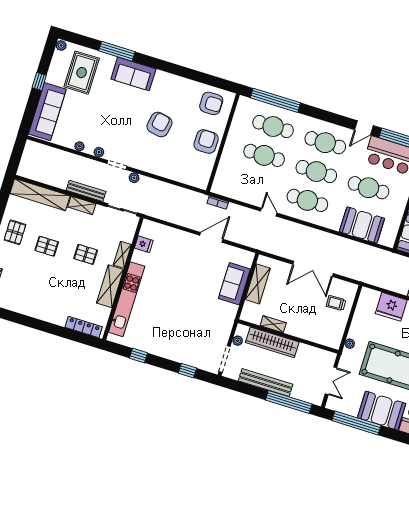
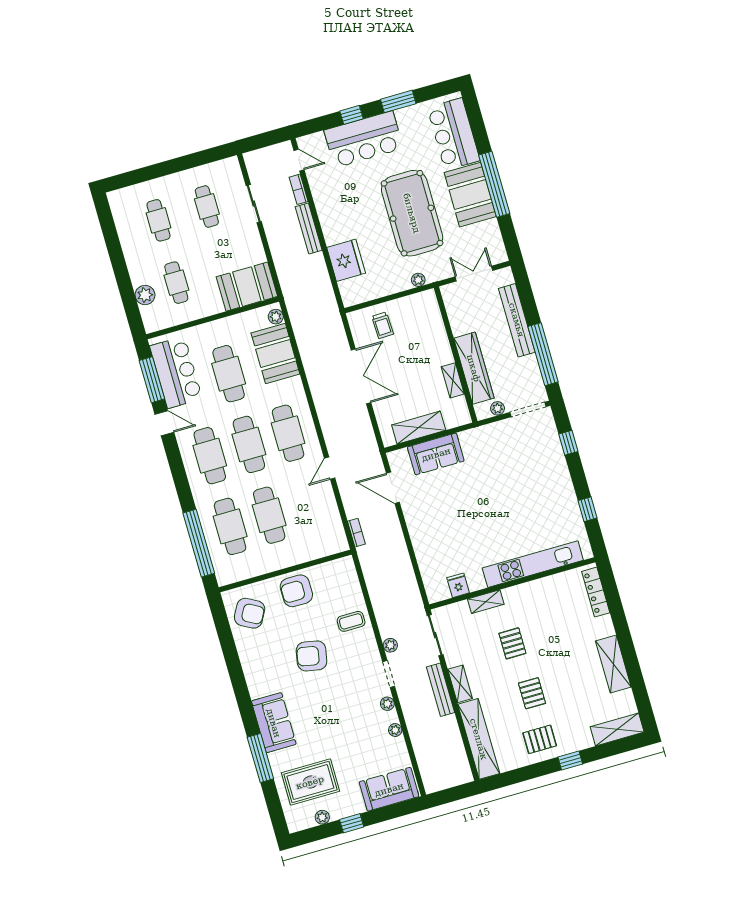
plant: (61, 46) -> (322, 817), moved
armchair: (211, 103) -> (250, 613), turned 119
sofa: (47, 112) -> (389, 789), width x0.73
coffee table: (165, 163) -> (351, 621), added
door: (211, 237) -> (393, 488), moved
plant: (385, 240) -> (276, 317), added
shelving: (110, 286) -> (613, 664), moved, turned 90
bench: (266, 383) -> (517, 320), moved
window: (289, 402) -> (543, 354), moved
window: (356, 423) -> (494, 184), moved

